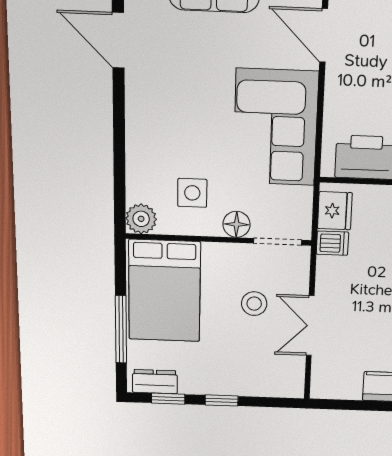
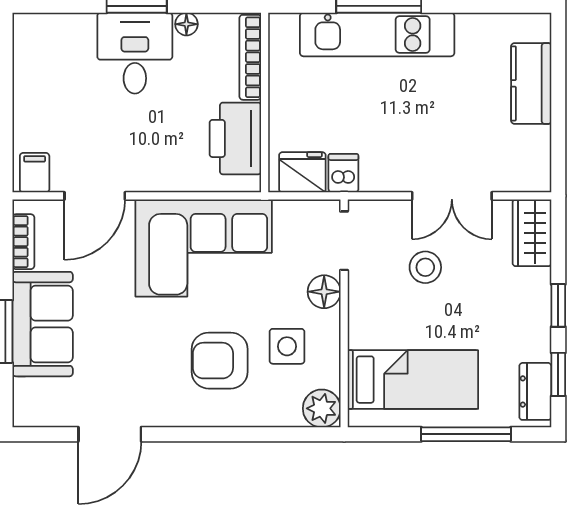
armchair: (181, 137) -> (220, 361), added
bed: (164, 291) -> (413, 380), width x0.67
wardrobe: (279, 384) -> (532, 233), added

